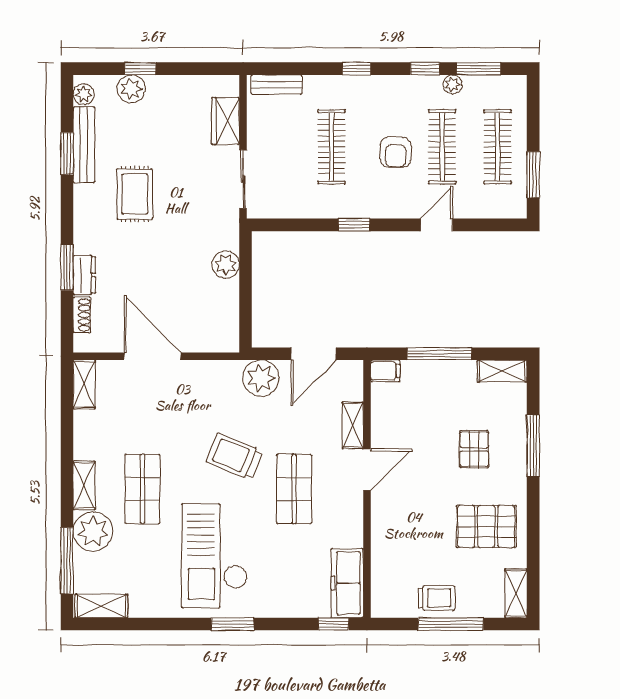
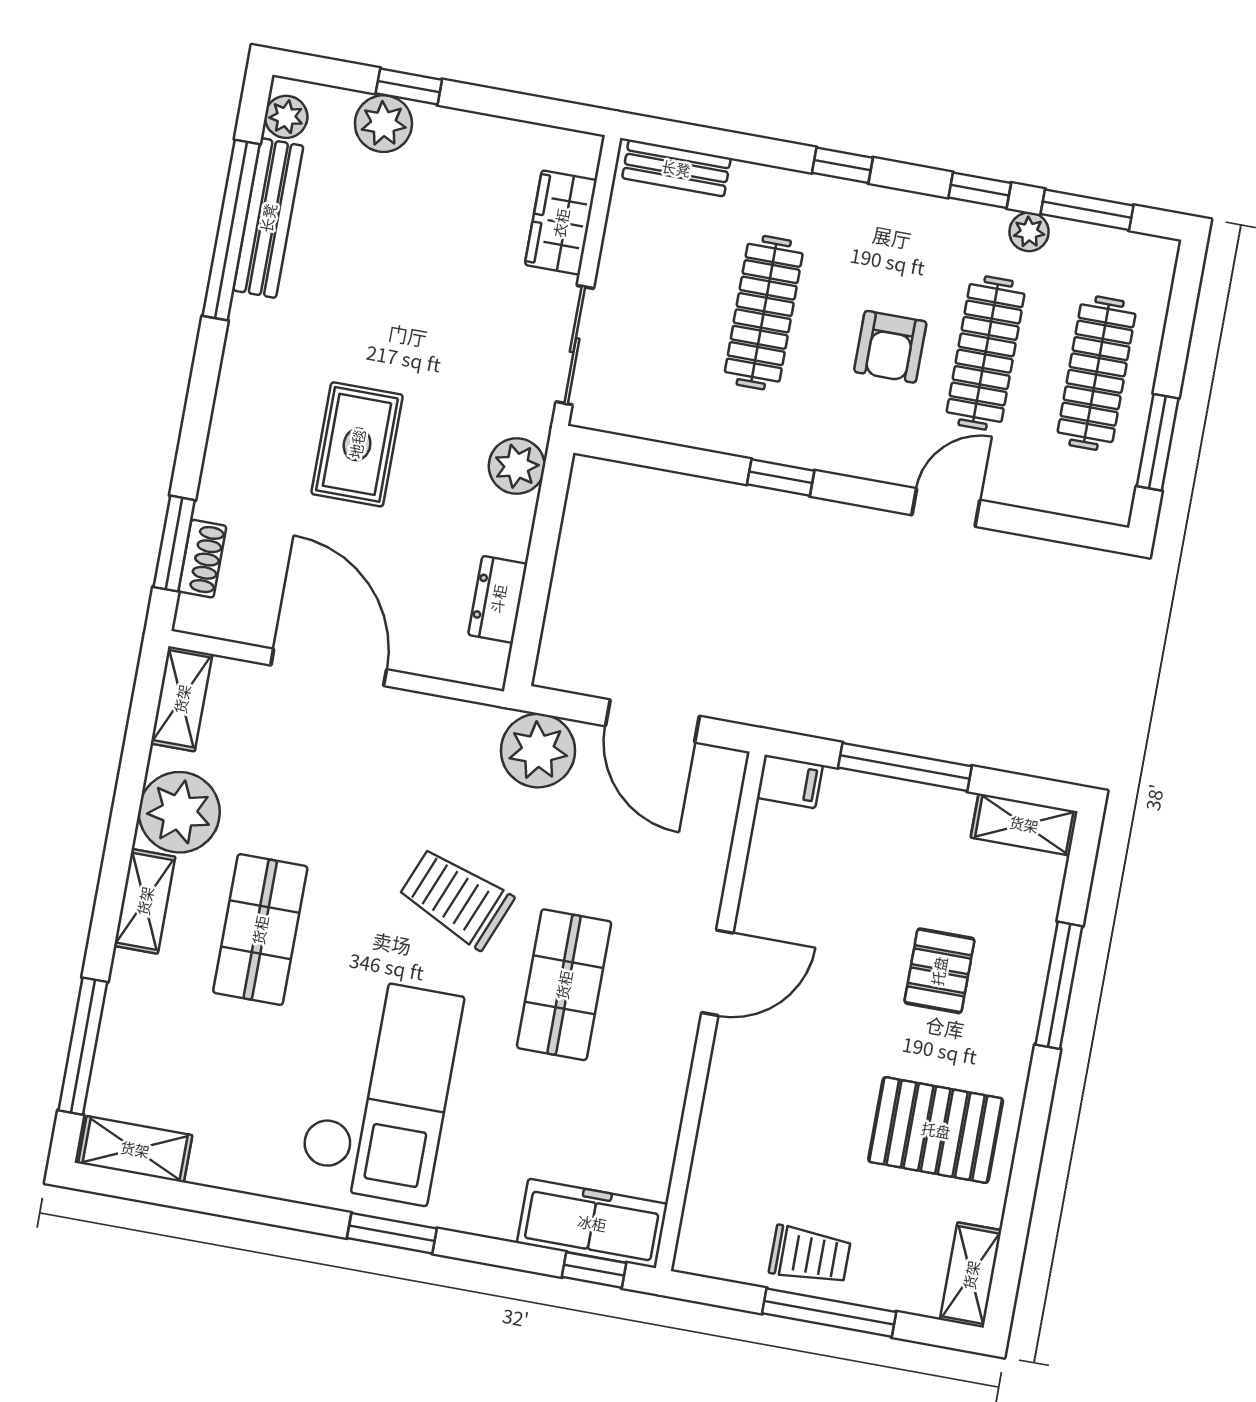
window: (67, 154) -> (231, 230), width x2.11
rug: (135, 194) -> (357, 444), moved
plant: (226, 265) -> (517, 466), moved
window: (67, 267) -> (174, 544), moved
dresser: (84, 275) -> (498, 599), moved, turned 180
door: (314, 354) -> (652, 721), hinge flipped
shelving: (353, 425) -> (705, 879), removed
plant: (93, 531) -> (179, 812), moved
checkout: (215, 556) -> (380, 1090), turned 180
freezer: (347, 583) -> (592, 1223), moved, turned 90

